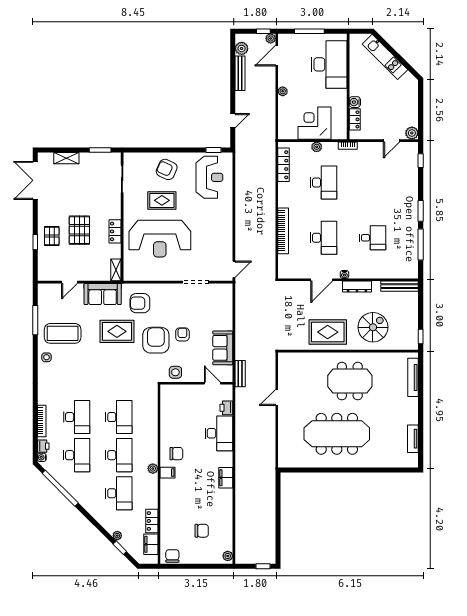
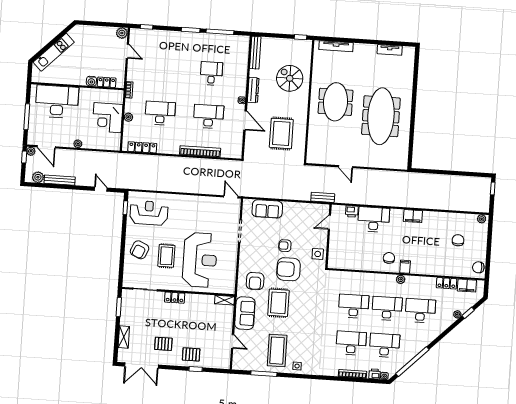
pallet: (79, 230) -> (163, 344), moved, width x0.67, depth x0.71
locker: (115, 231) -> (175, 298), moved
rug: (328, 332) -> (281, 133), moved
sofa: (223, 348) -> (267, 209), moved

